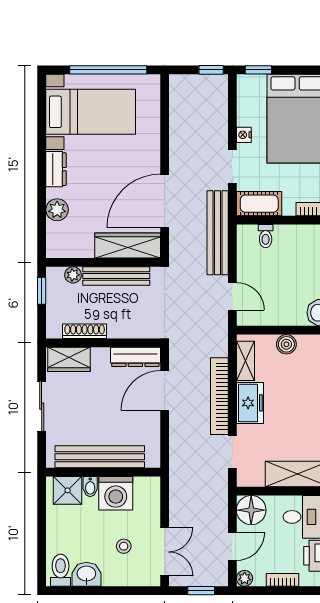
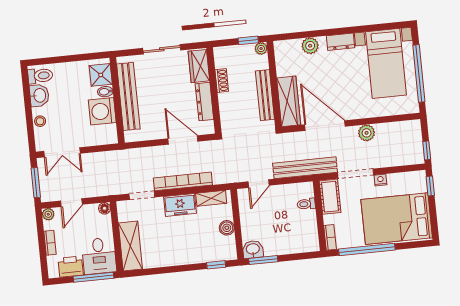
plant: (180, 147) -> (367, 133), added
doorway: (232, 167) -> (356, 174), width x1.38
plant: (73, 275) -> (261, 49), moved
shoe rack: (85, 331) -> (222, 81), width x0.70
dresser: (135, 357) -> (204, 102), moved
floor lamp: (251, 510) -> (105, 208), width x0.53, depth x0.53
stool: (124, 546) -> (40, 121), moved
door: (232, 546) -> (71, 203), hinge flipped
window: (201, 591) -> (36, 183), width x1.50

